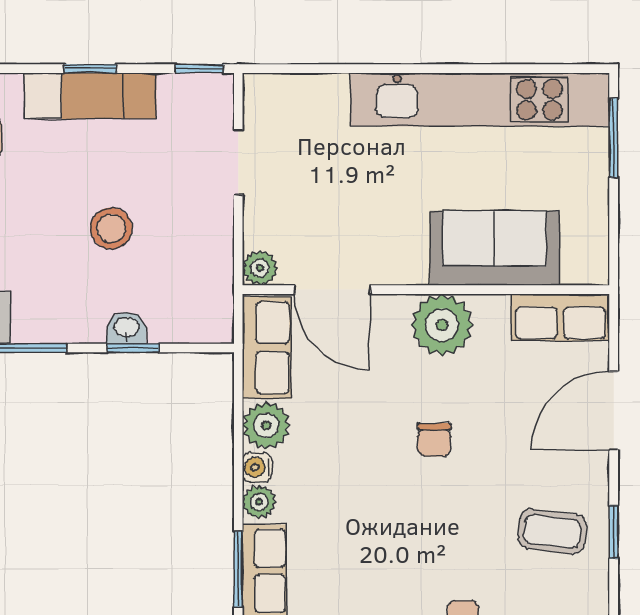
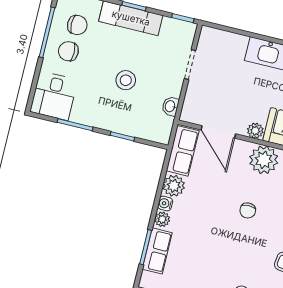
plant: (260, 268) -> (255, 131), moved
washbasin: (126, 328) -> (170, 106), moved, turned -90

